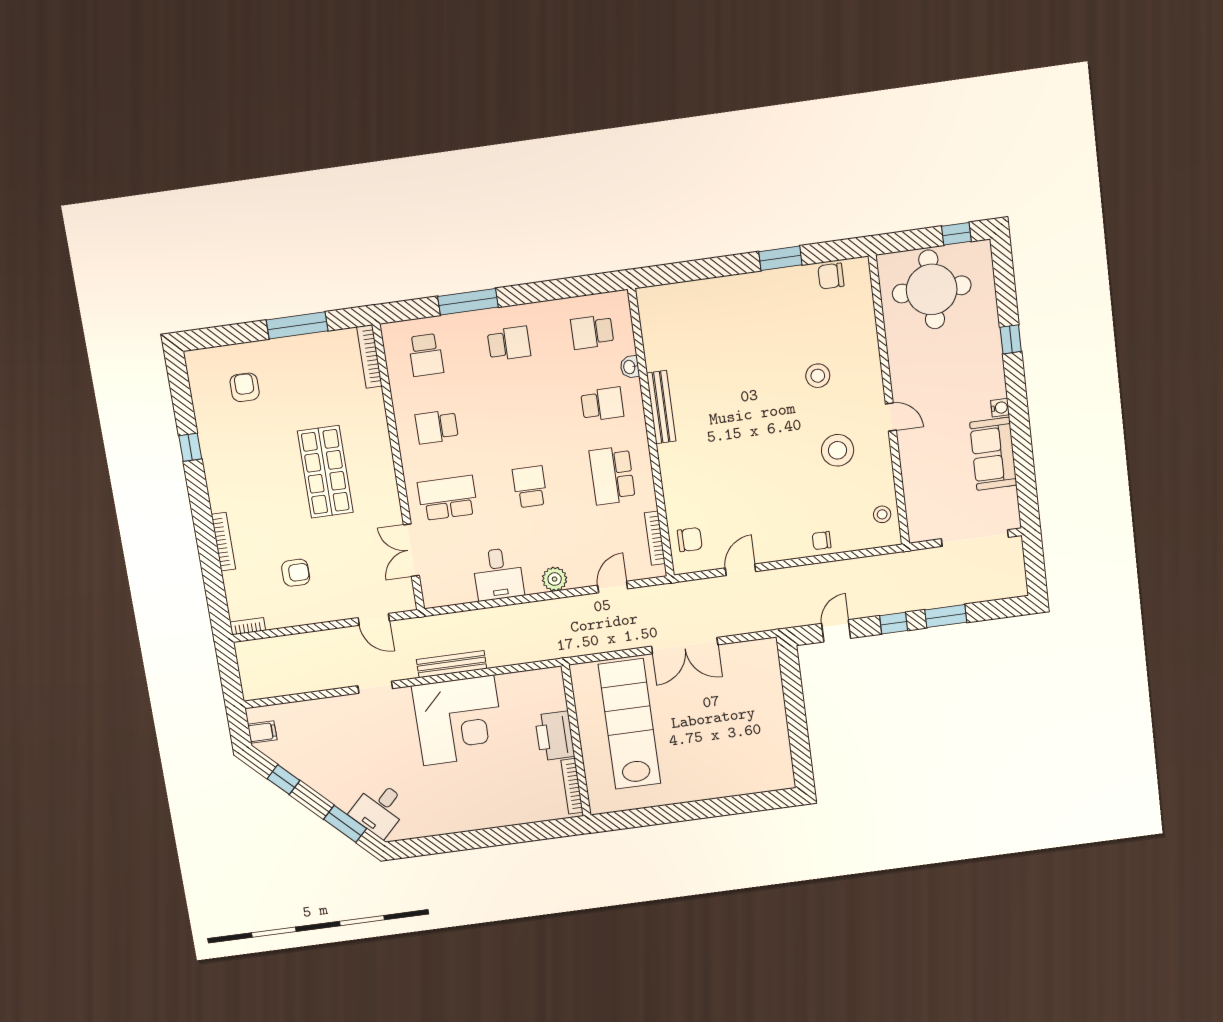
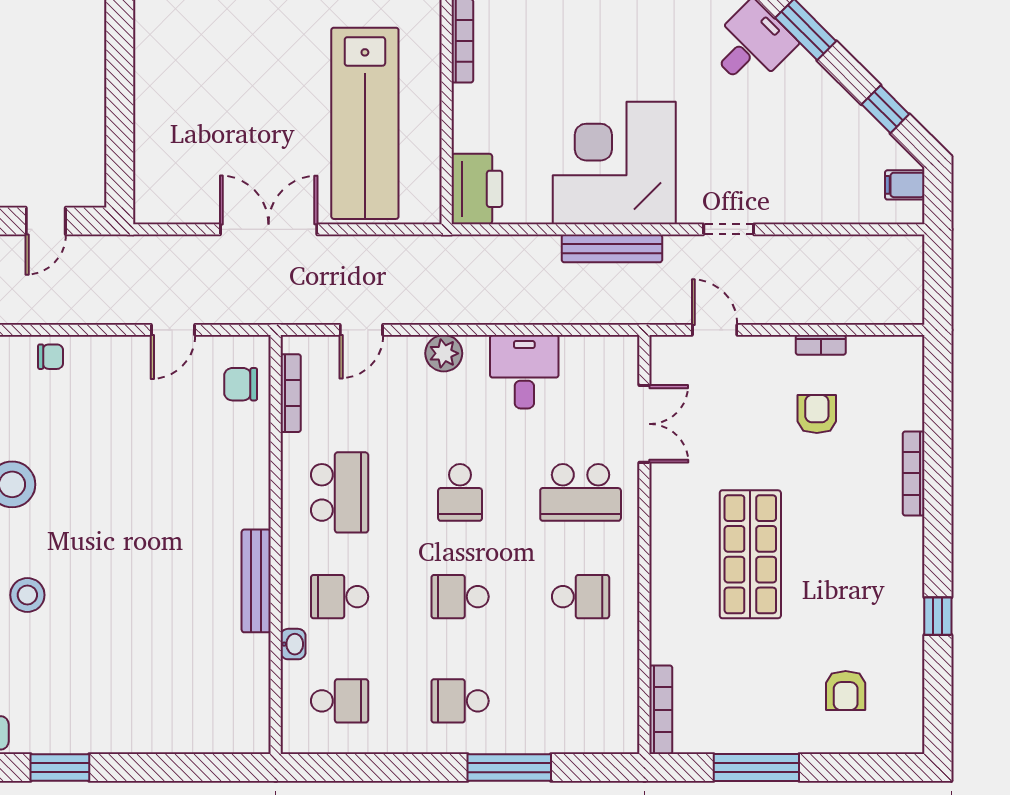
school desk: (426, 355) -> (460, 597), moved, turned -90
armchair: (296, 573) -> (817, 414), turned 90
bookcase: (248, 626) -> (821, 345), moved
printer: (555, 736) -> (477, 189), moved

